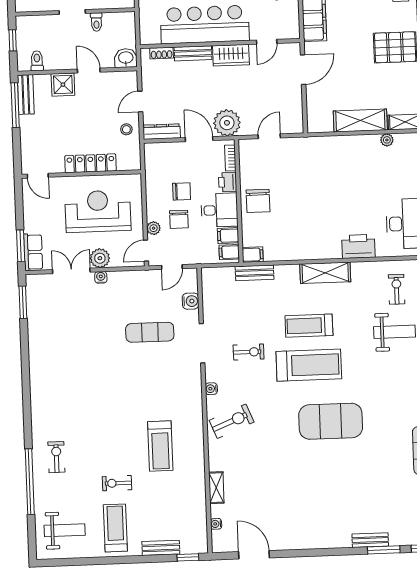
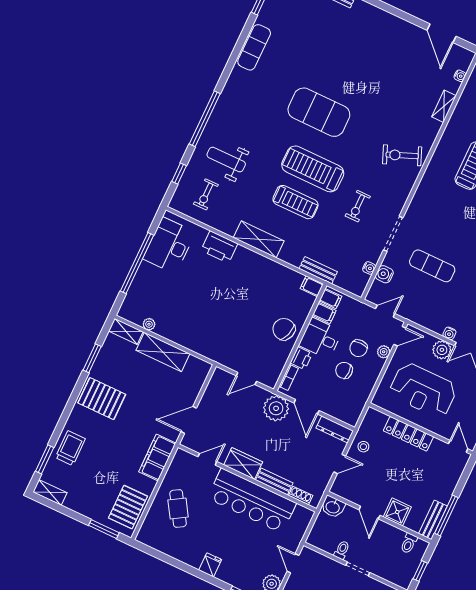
chair: (258, 201) -> (284, 329), turned -71
chair: (179, 219) -> (359, 348), turned 180
exercise bike: (249, 352) -> (358, 206), turned -90
water cooler: (211, 389) -> (369, 268), moved

